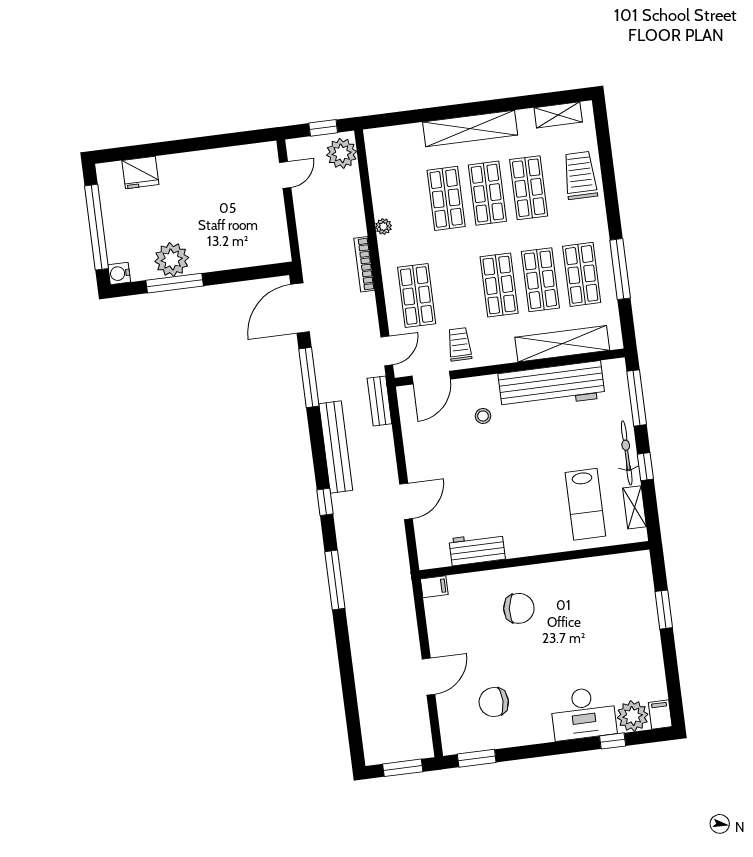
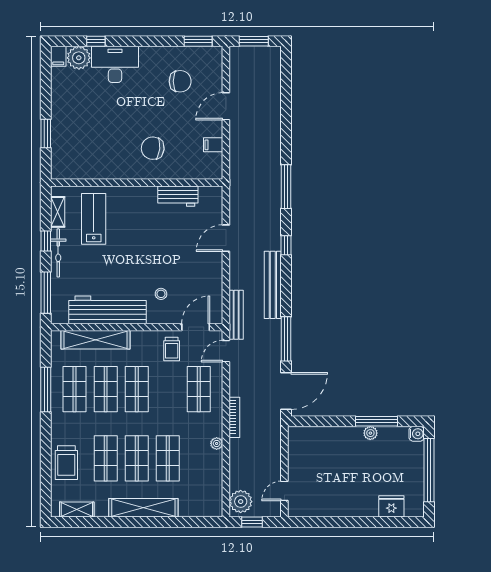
plant: (172, 260) -> (370, 433), width x0.53, depth x0.53
bench: (379, 401) -> (236, 315), width x1.36
filing cabinet: (434, 587) -> (213, 145), moved

